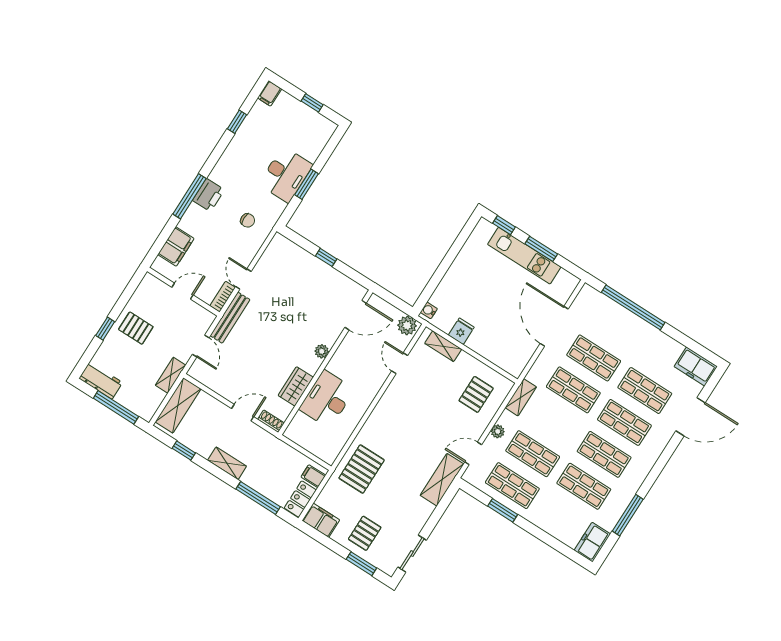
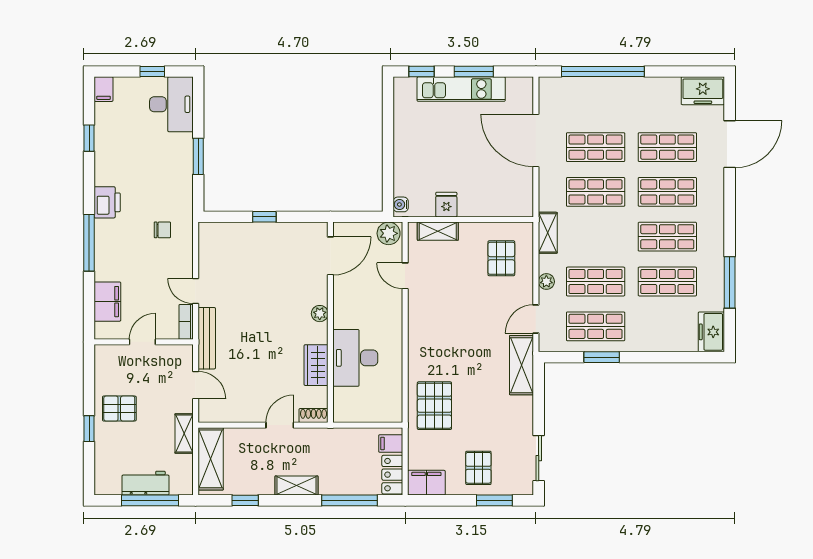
desk: (286, 175) -> (171, 104), moved
printer: (208, 195) -> (107, 202), moved
workbench: (101, 380) -> (146, 483), moved

